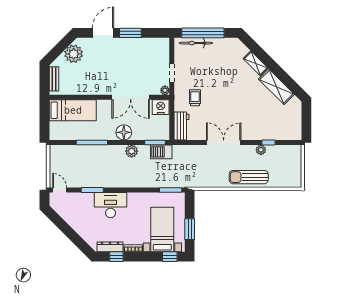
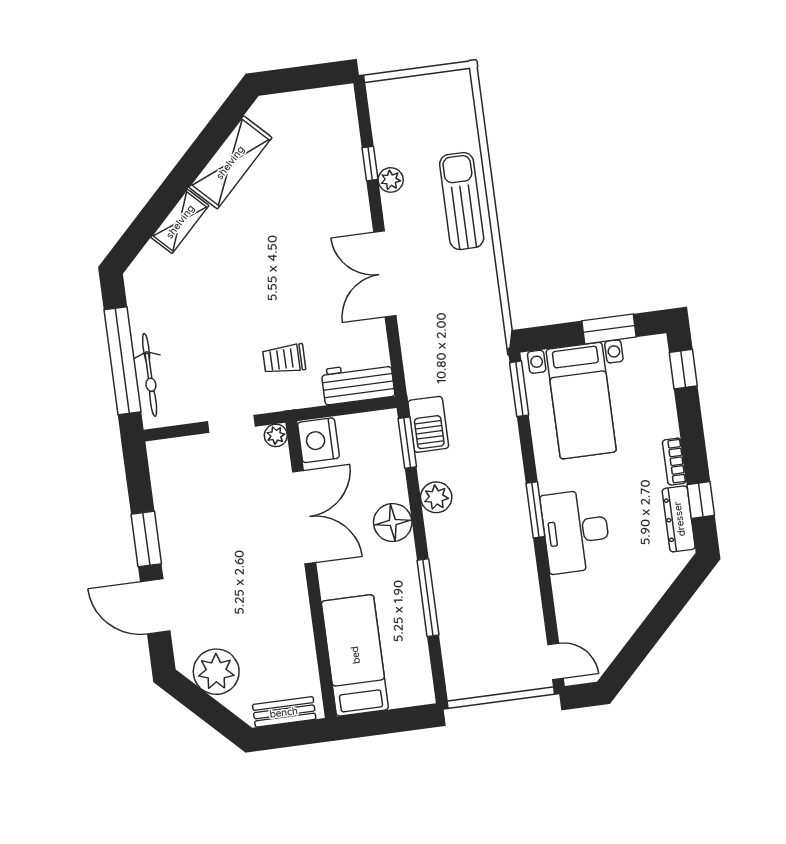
sun lounger: (249, 177) -> (462, 201), turned 180
door: (60, 190) -> (556, 661), swing flipped
window: (92, 190) -> (535, 510), moved
bed with nightstands: (162, 230) -> (581, 401), moved, turned -90

